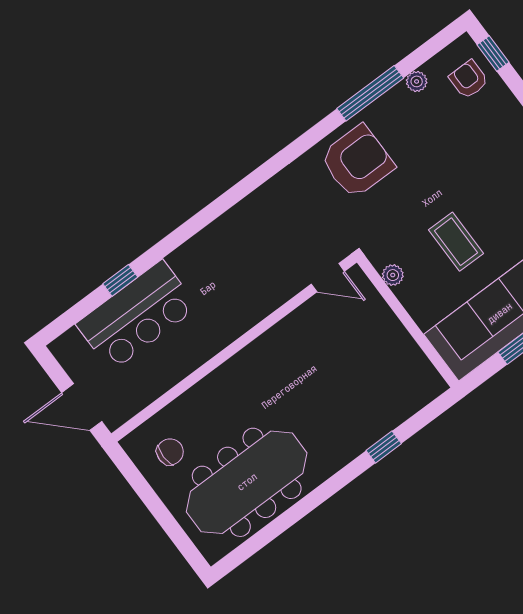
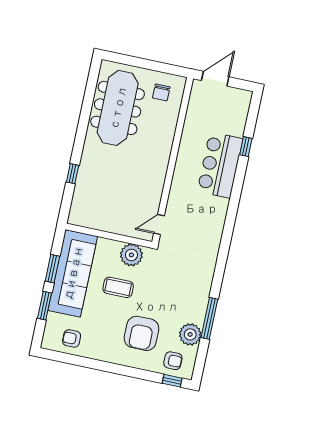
plant: (417, 81) -> (190, 334), width x1.88, depth x1.88
armchair: (357, 162) -> (141, 333), moved
plant: (393, 275) -> (131, 255), width x1.87, depth x1.87
bar counter: (137, 316) -> (220, 165), moved

